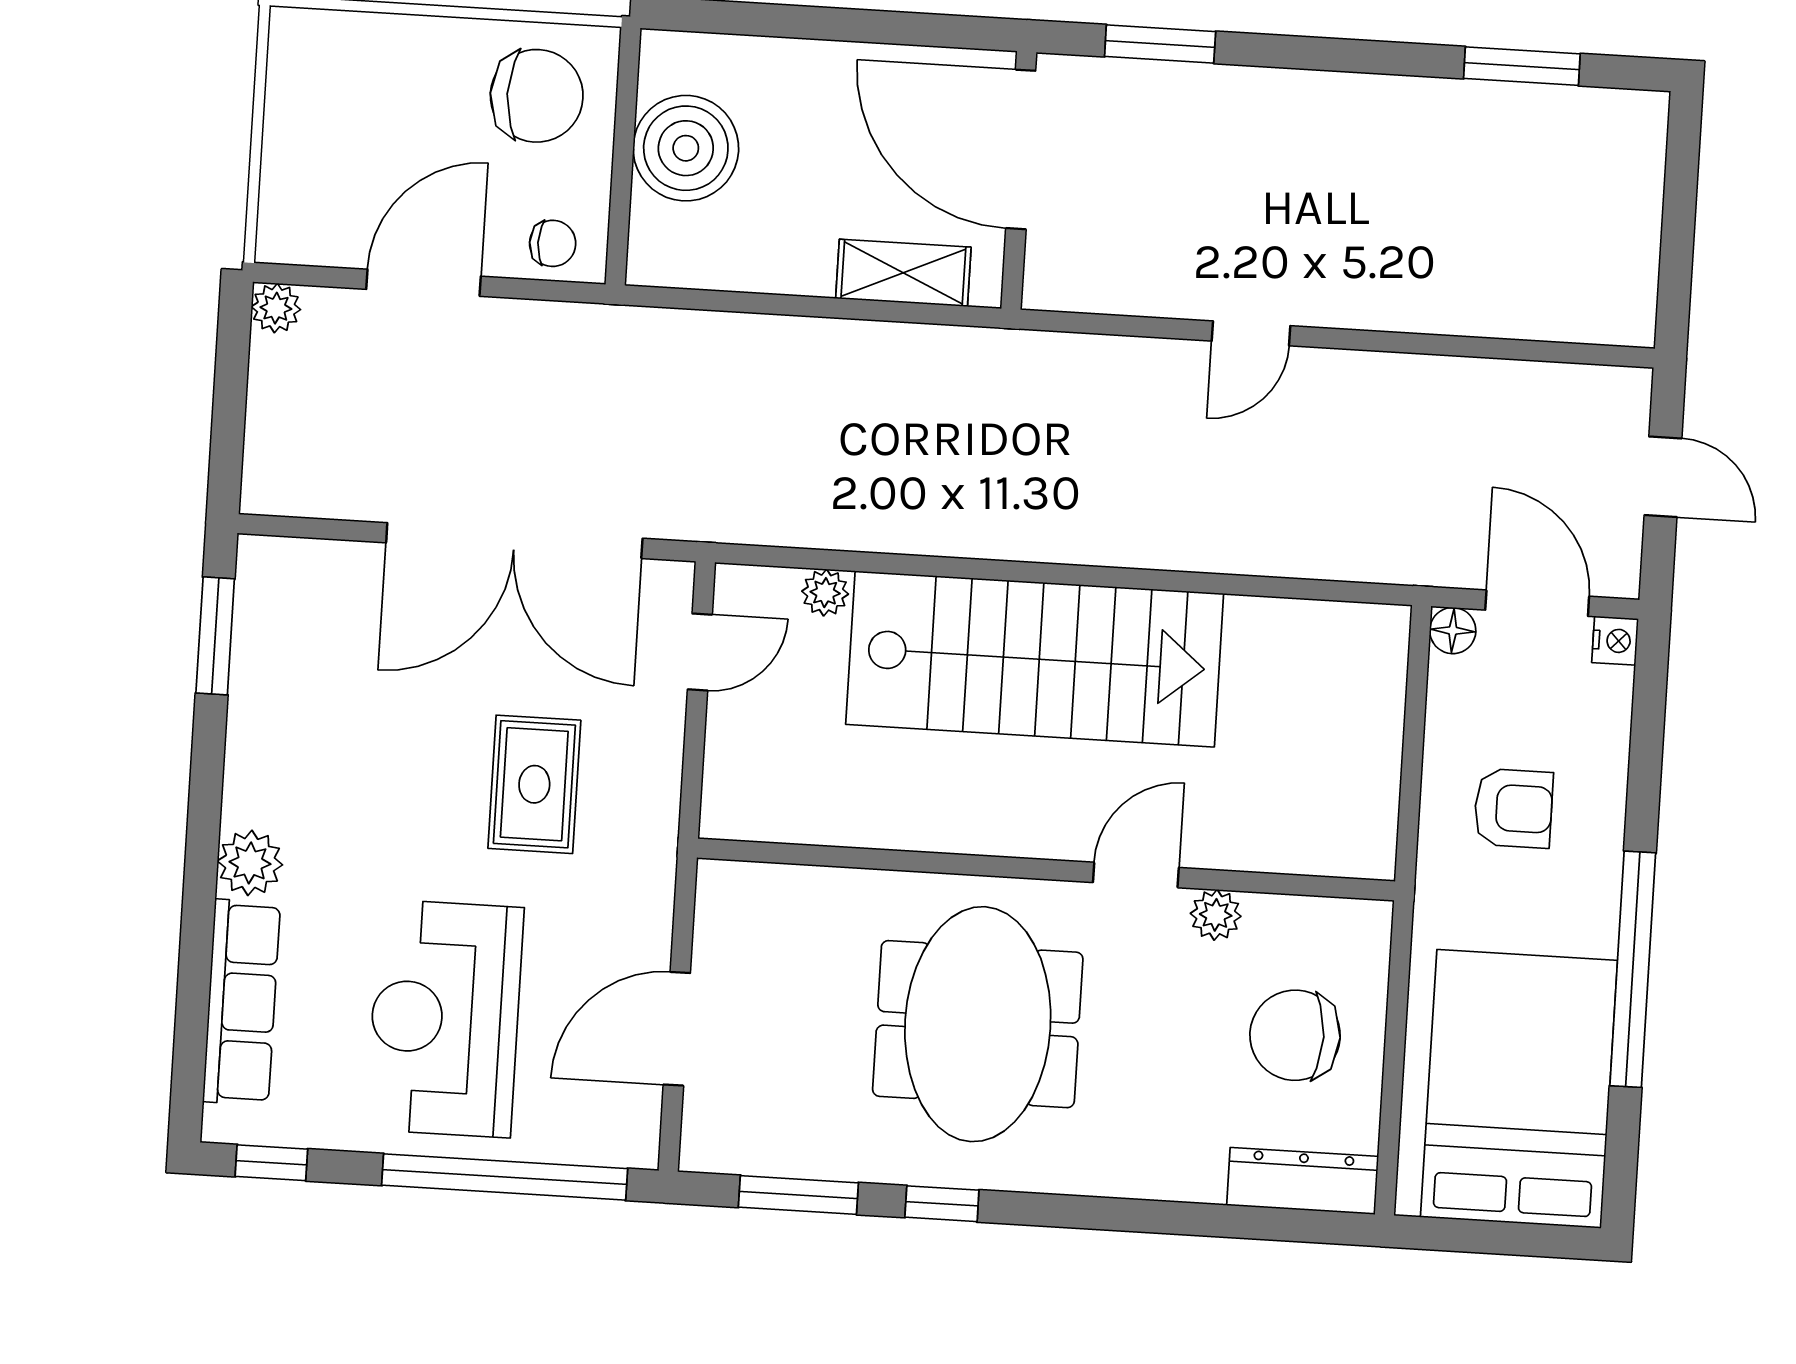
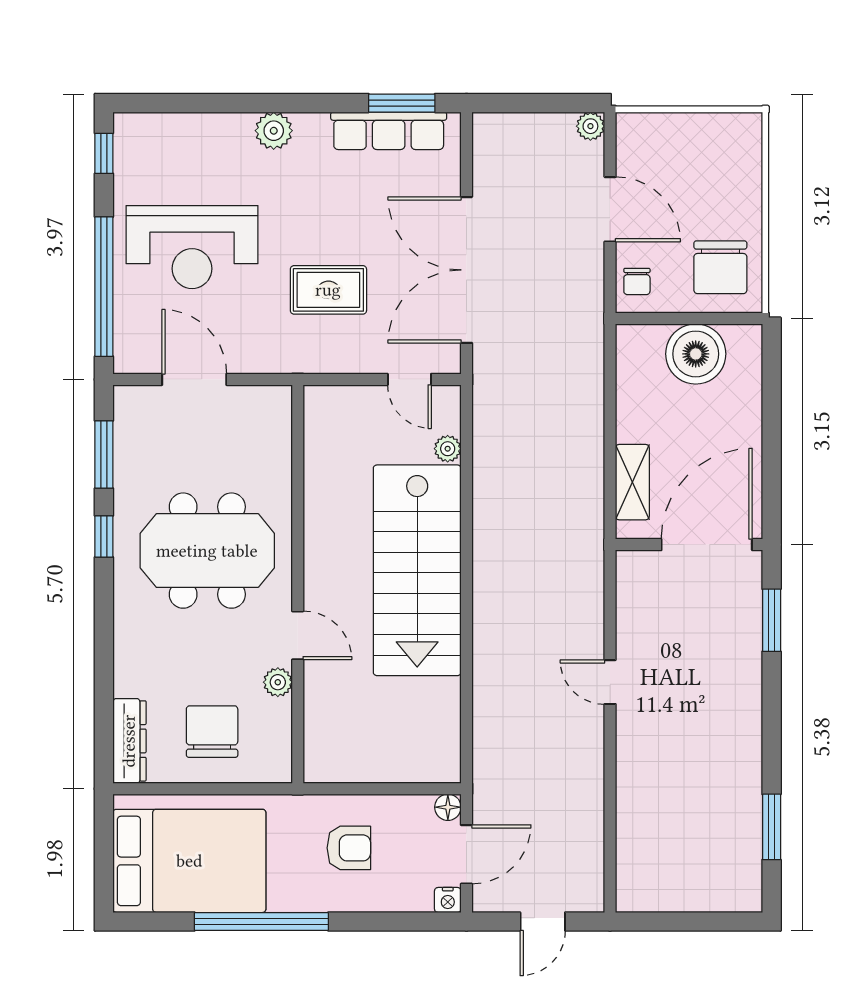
armchair: (1513, 808) -> (349, 848), turned -90
row of seats: (242, 1002) -> (389, 131), moved
reception desk: (445, 1018) -> (192, 247), turned 180

